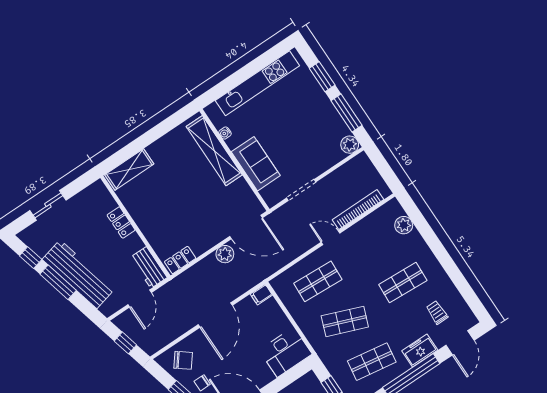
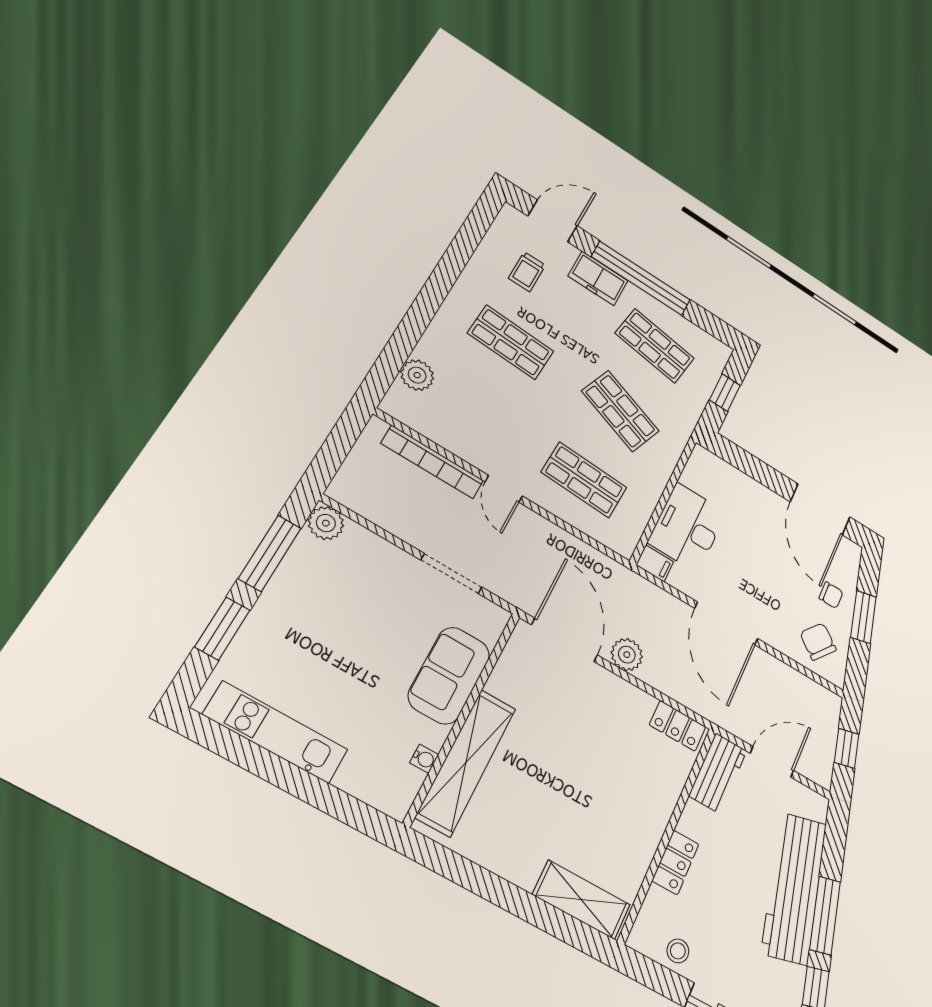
kitchen unit: (257, 83) -> (276, 732), width x0.73
stool: (84, 201) -> (678, 951), added
door: (215, 315) -> (726, 623), swing flipped
desk: (286, 352) -> (687, 527), moved, turned -90

